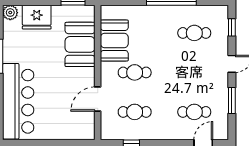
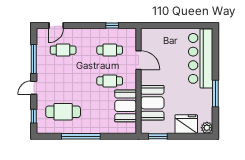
cafe table: (194, 33) -> (63, 112), width x1.37, depth x1.35
door: (98, 99) -> (139, 60), hinge flipped
window: (232, 101) -> (34, 59), width x1.44

